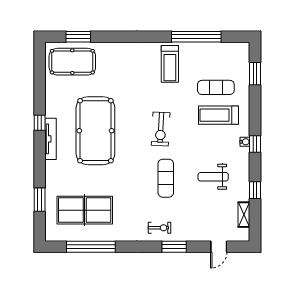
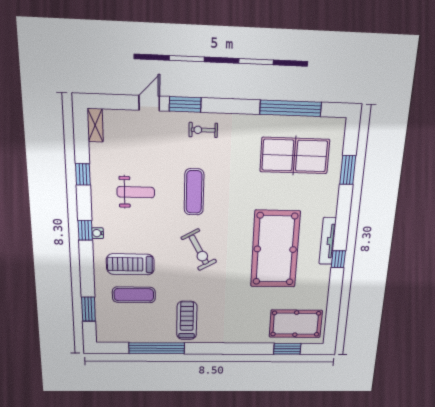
treadmill: (218, 115) -> (130, 264), turned 180
exercise bike: (161, 129) -> (199, 250), turned 148
shelving: (244, 215) -> (95, 125), moved
door: (219, 247) -> (149, 103), moved

